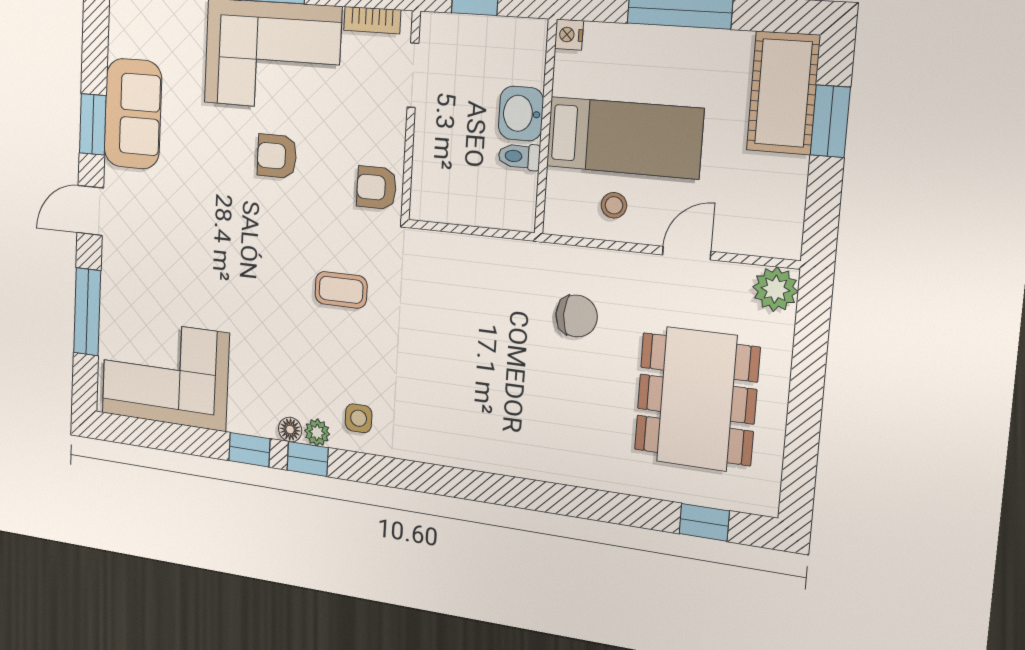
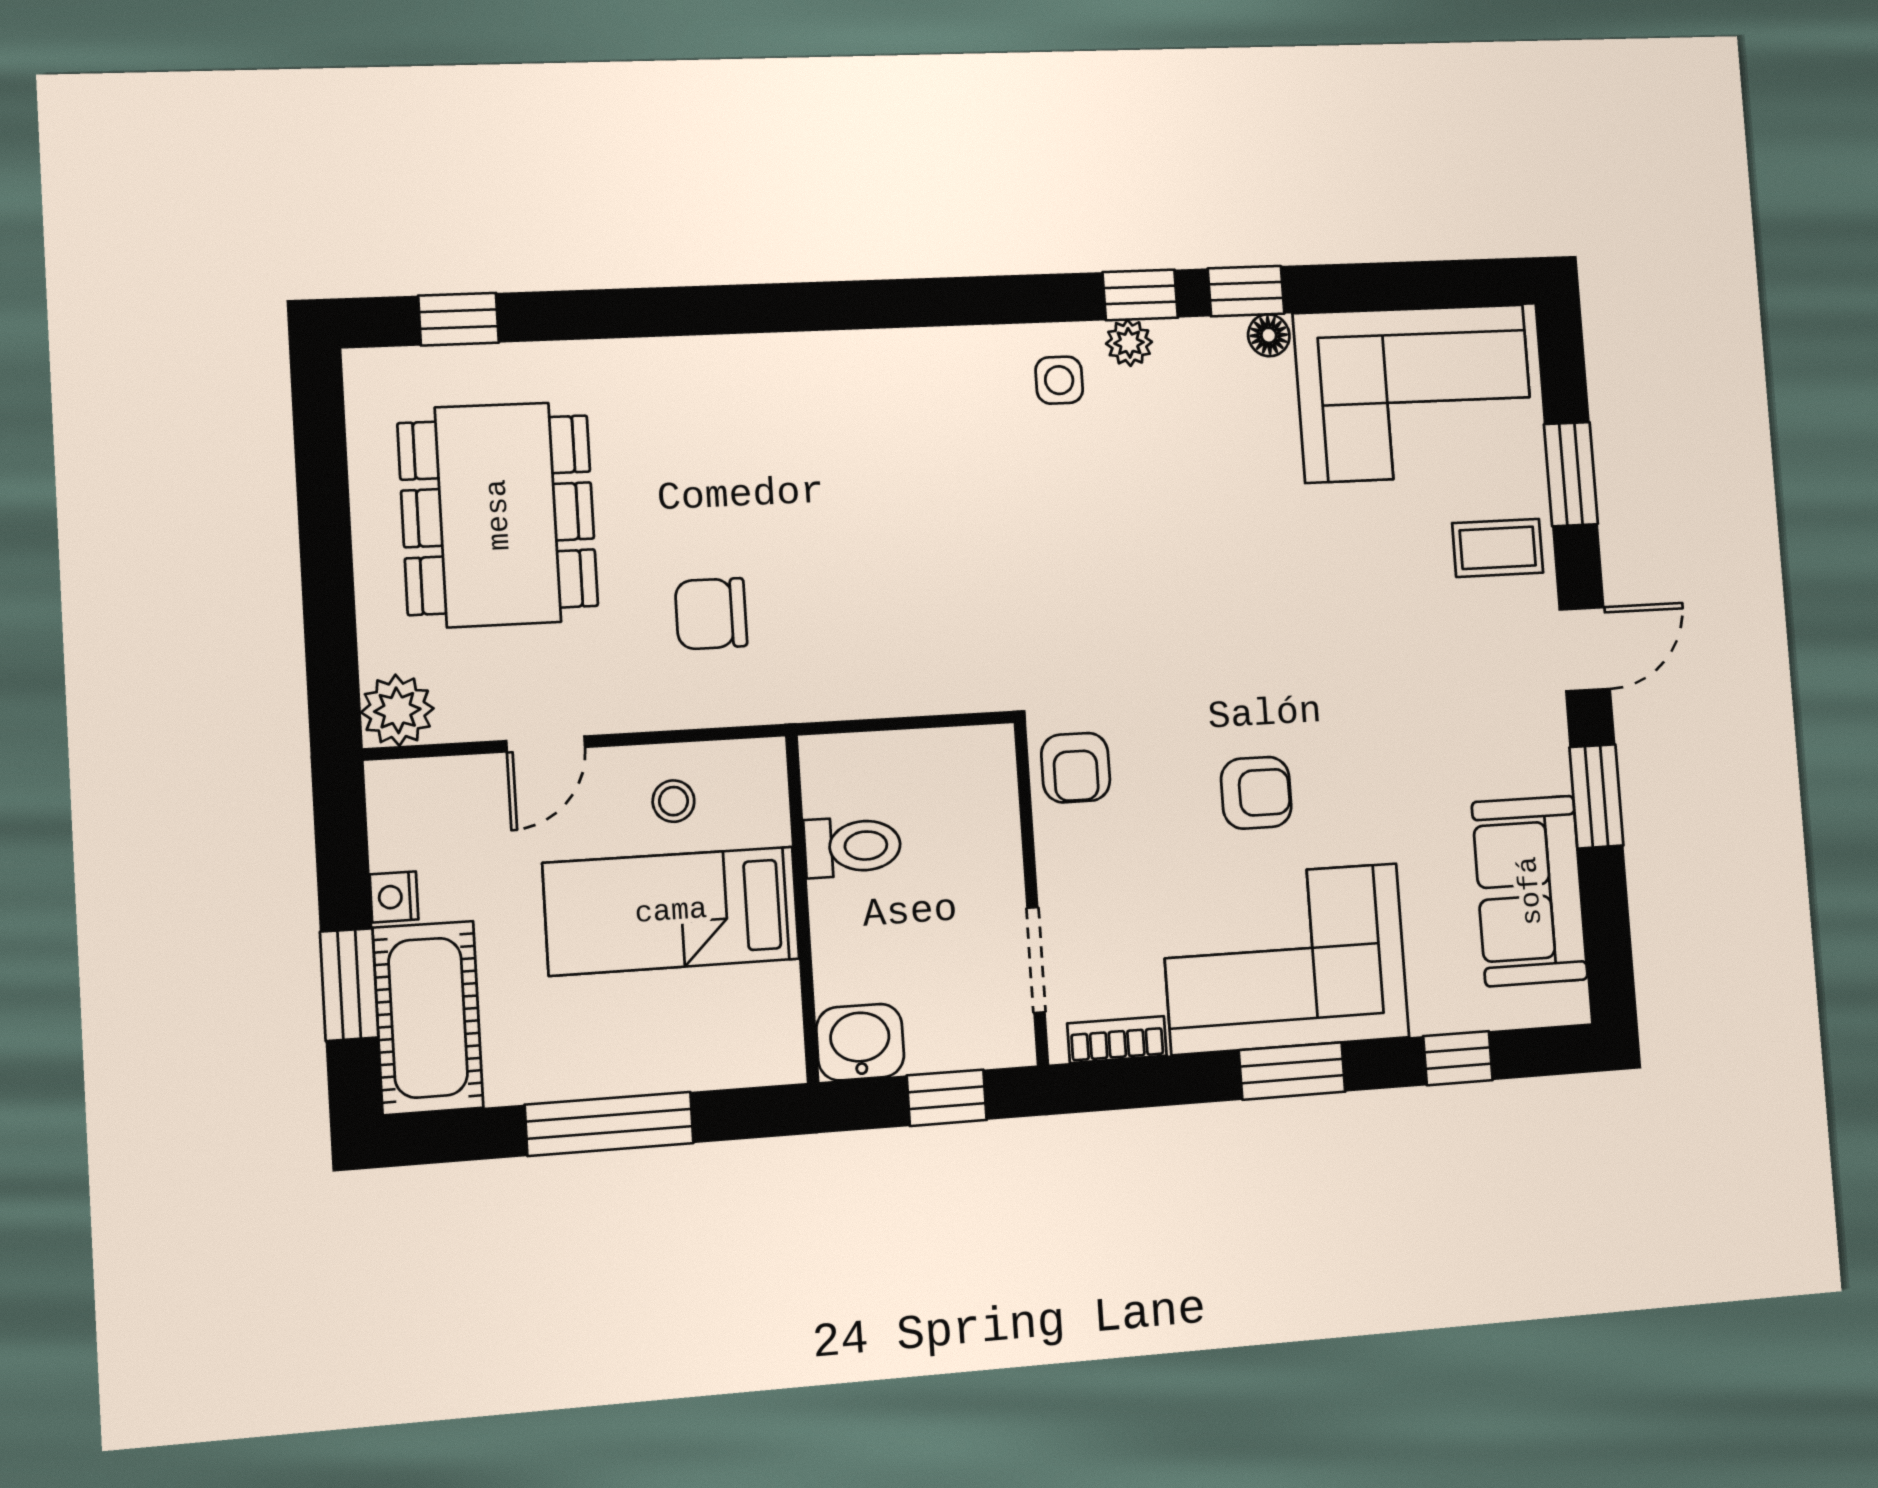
nightstand: (569, 35) -> (394, 897), moved, turned 180
sofa: (133, 114) -> (1530, 891), moved
washbasin: (521, 114) -> (860, 1042), moved, turned -90
toilet: (519, 156) -> (853, 846), width x1.37, depth x1.39
armchair: (376, 188) -> (1076, 768), turned 90
coffee table: (341, 290) -> (1498, 548), moved
window: (87, 312) -> (1571, 474), width x0.69
floor lamp: (290, 430) -> (1269, 335), moved

